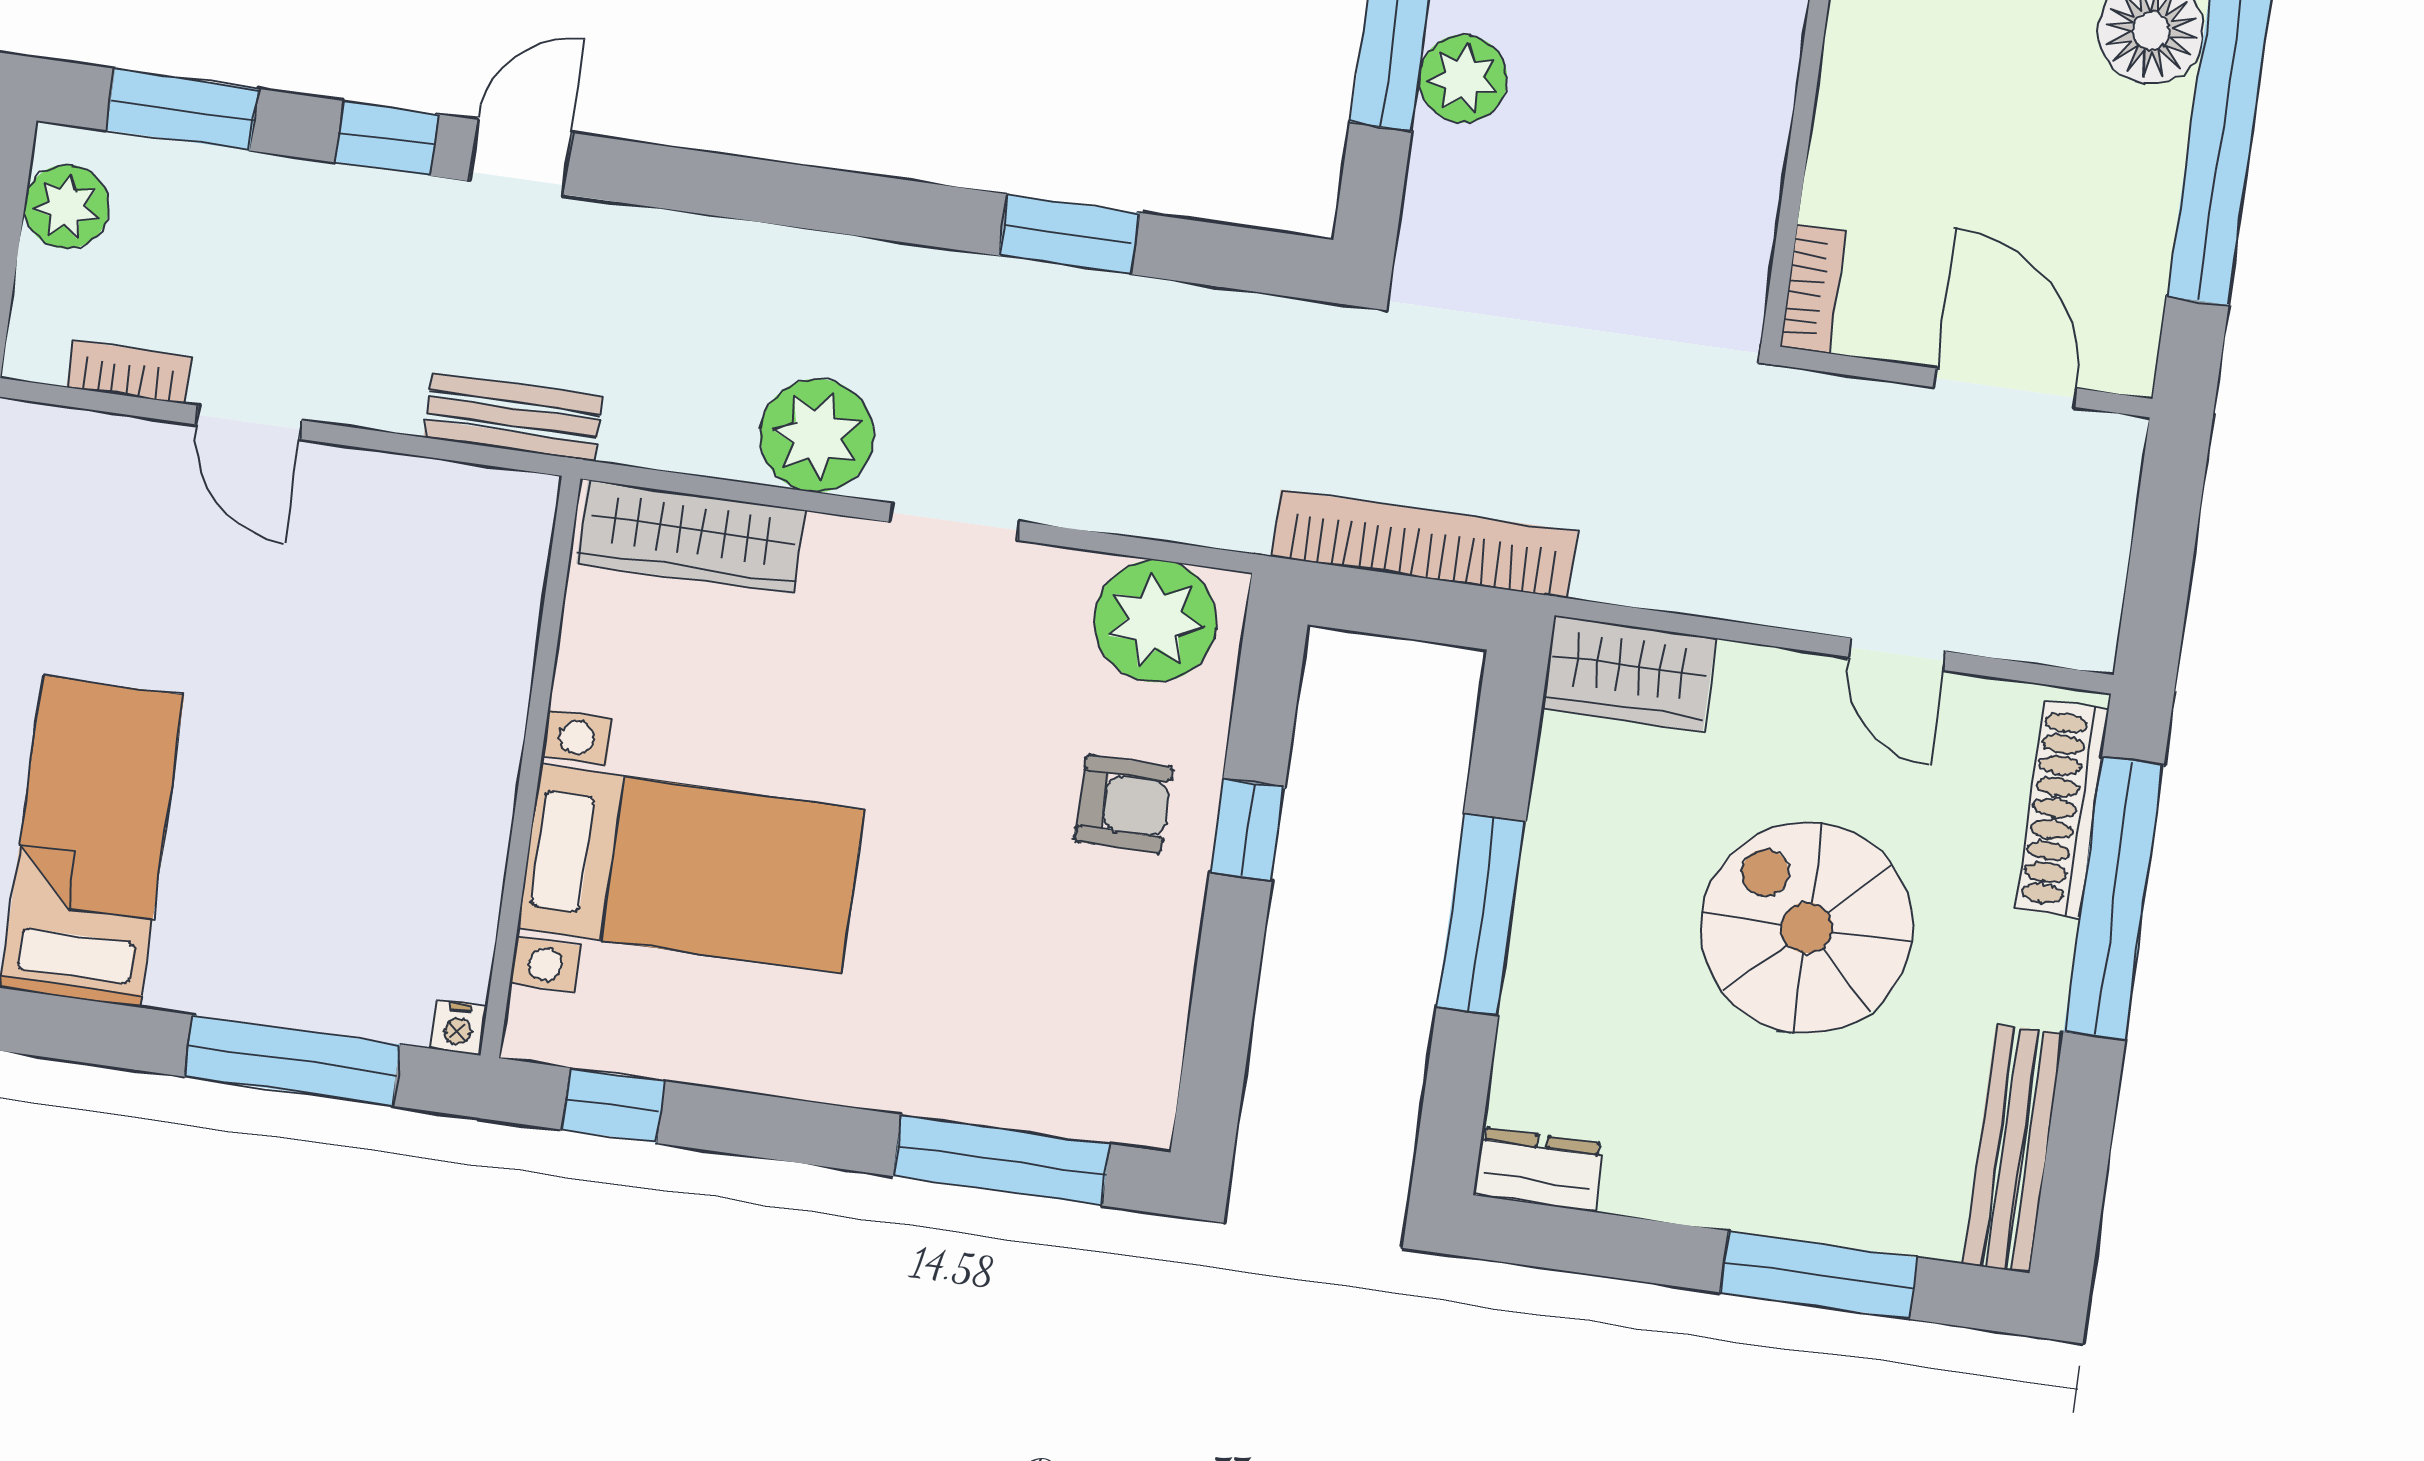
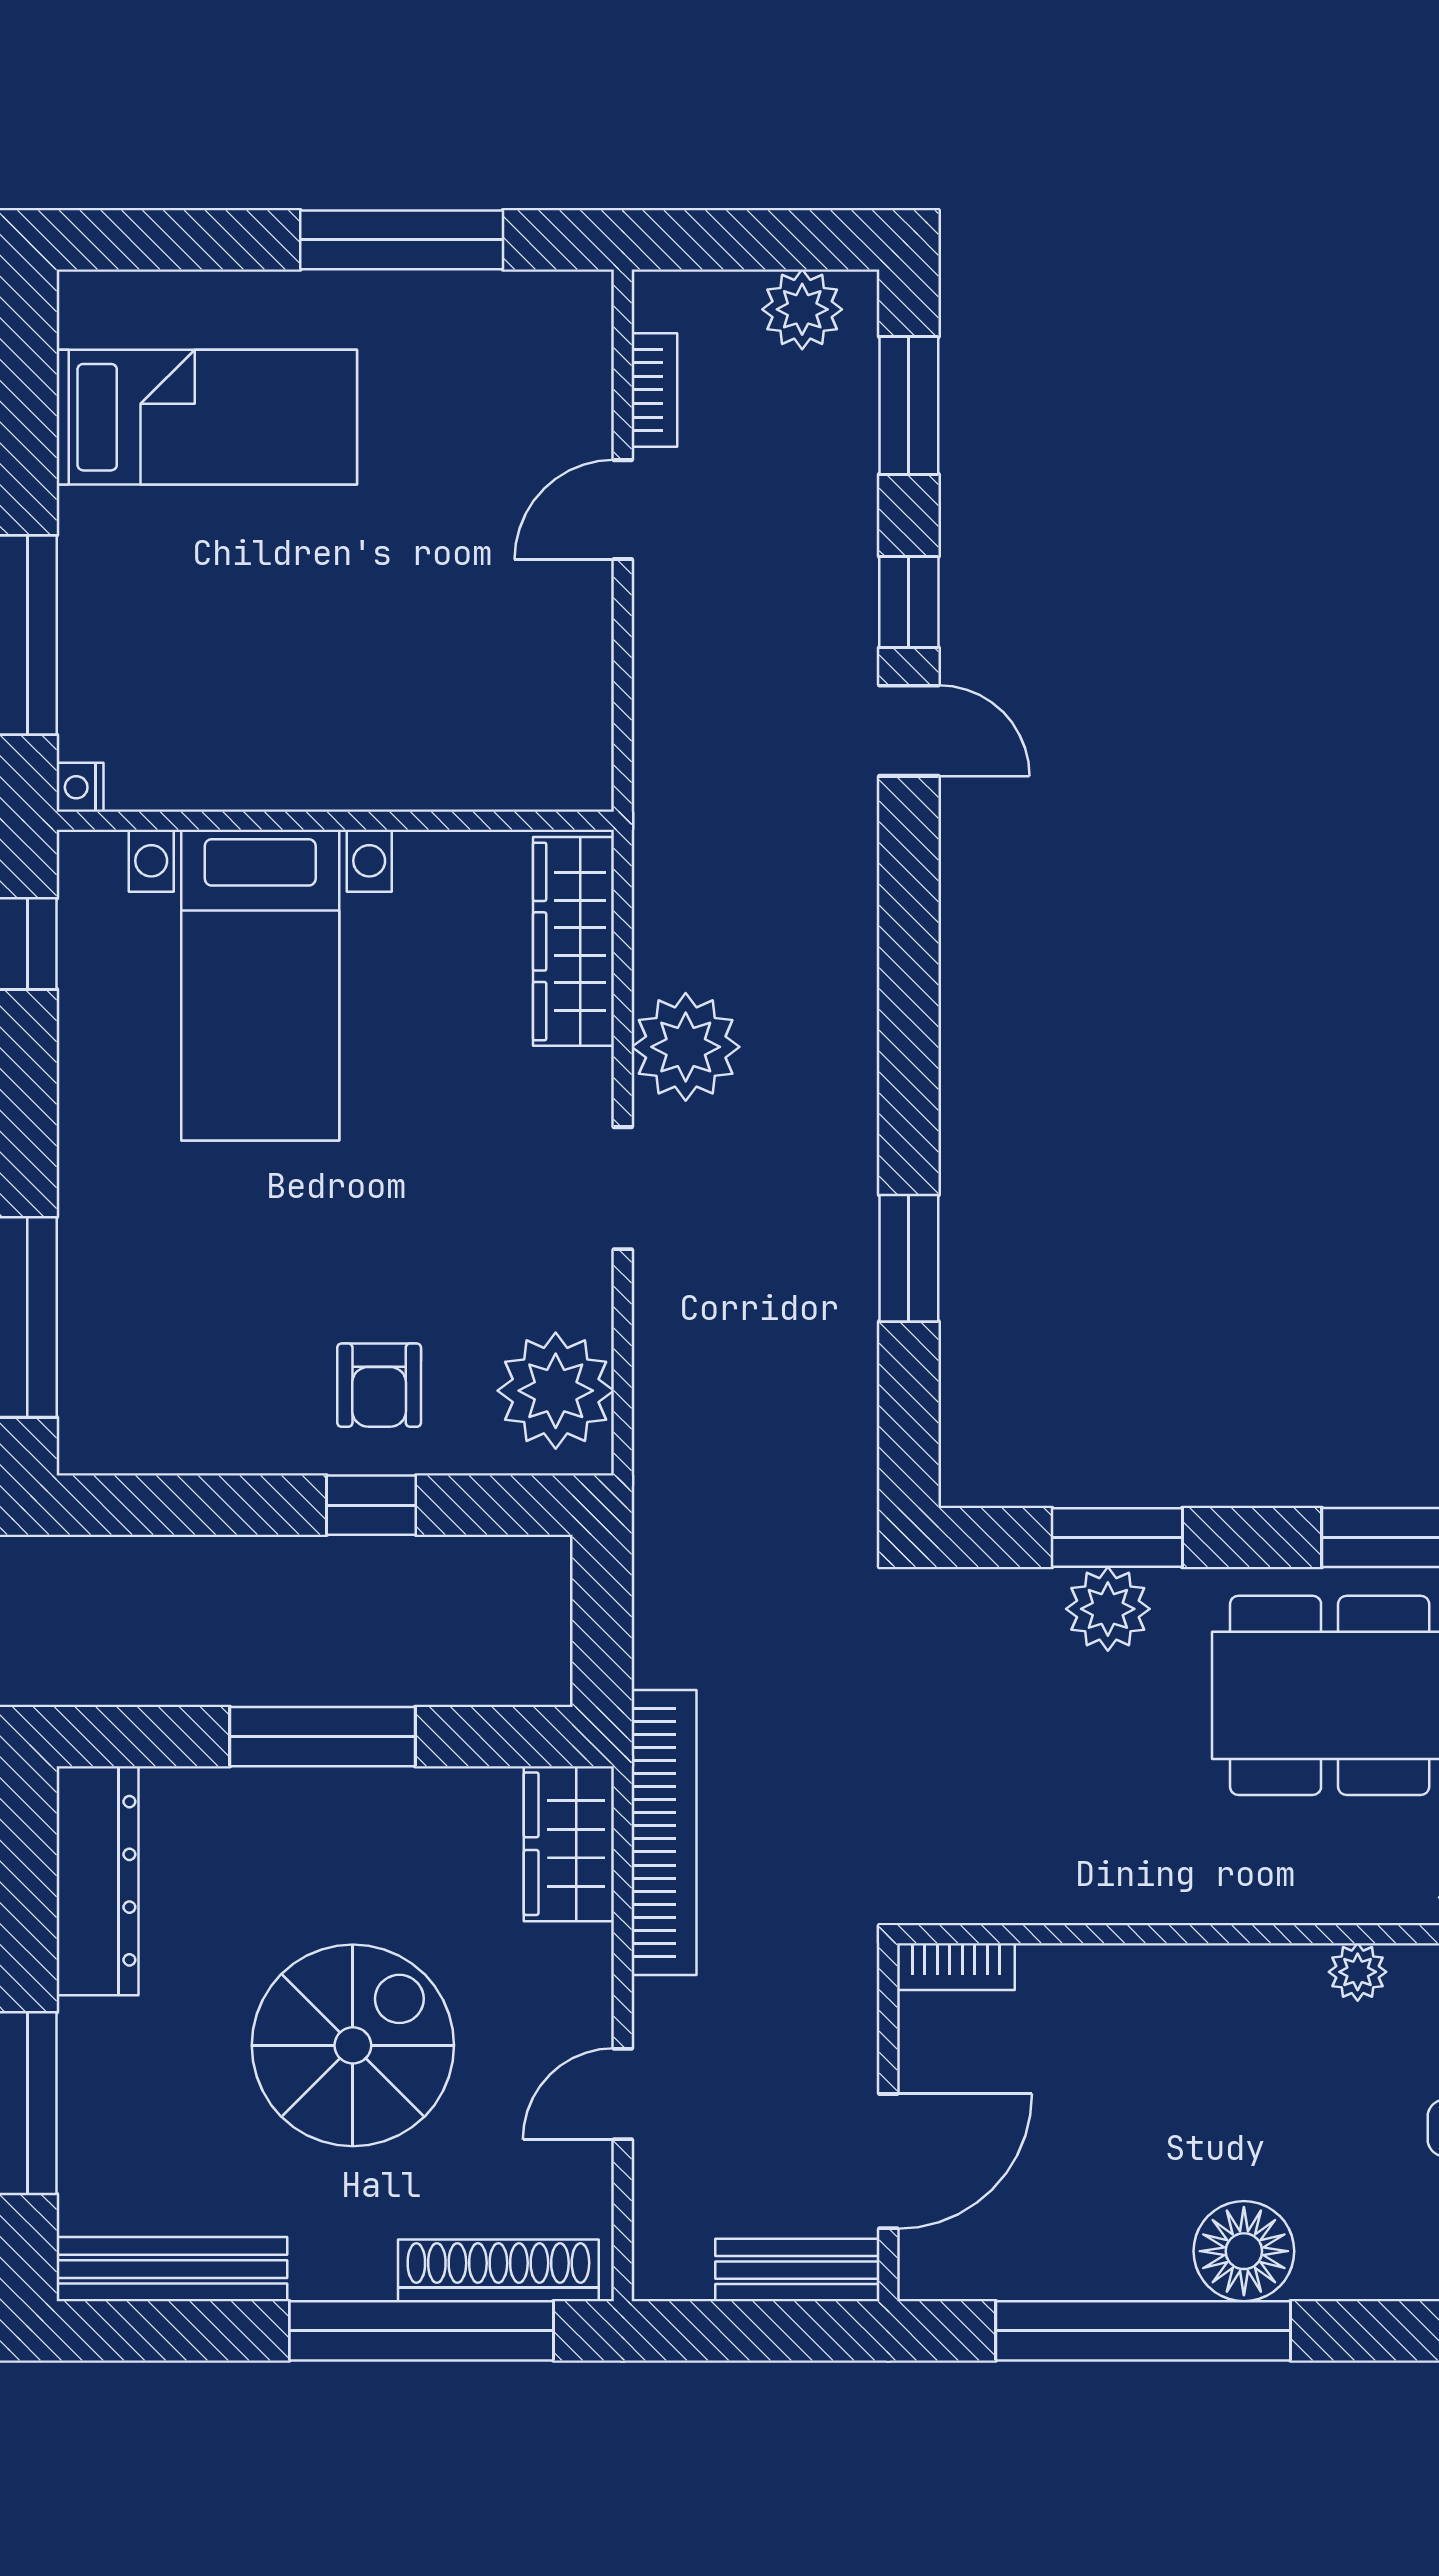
bench: (513, 417) -> (797, 2270), moved, turned 90
bookcase: (1424, 544) -> (664, 1832), moved
dresser: (1538, 1169) -> (97, 1881), width x1.96, depth x1.24

